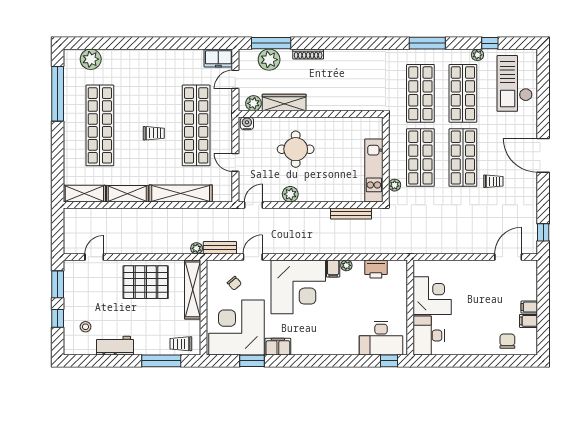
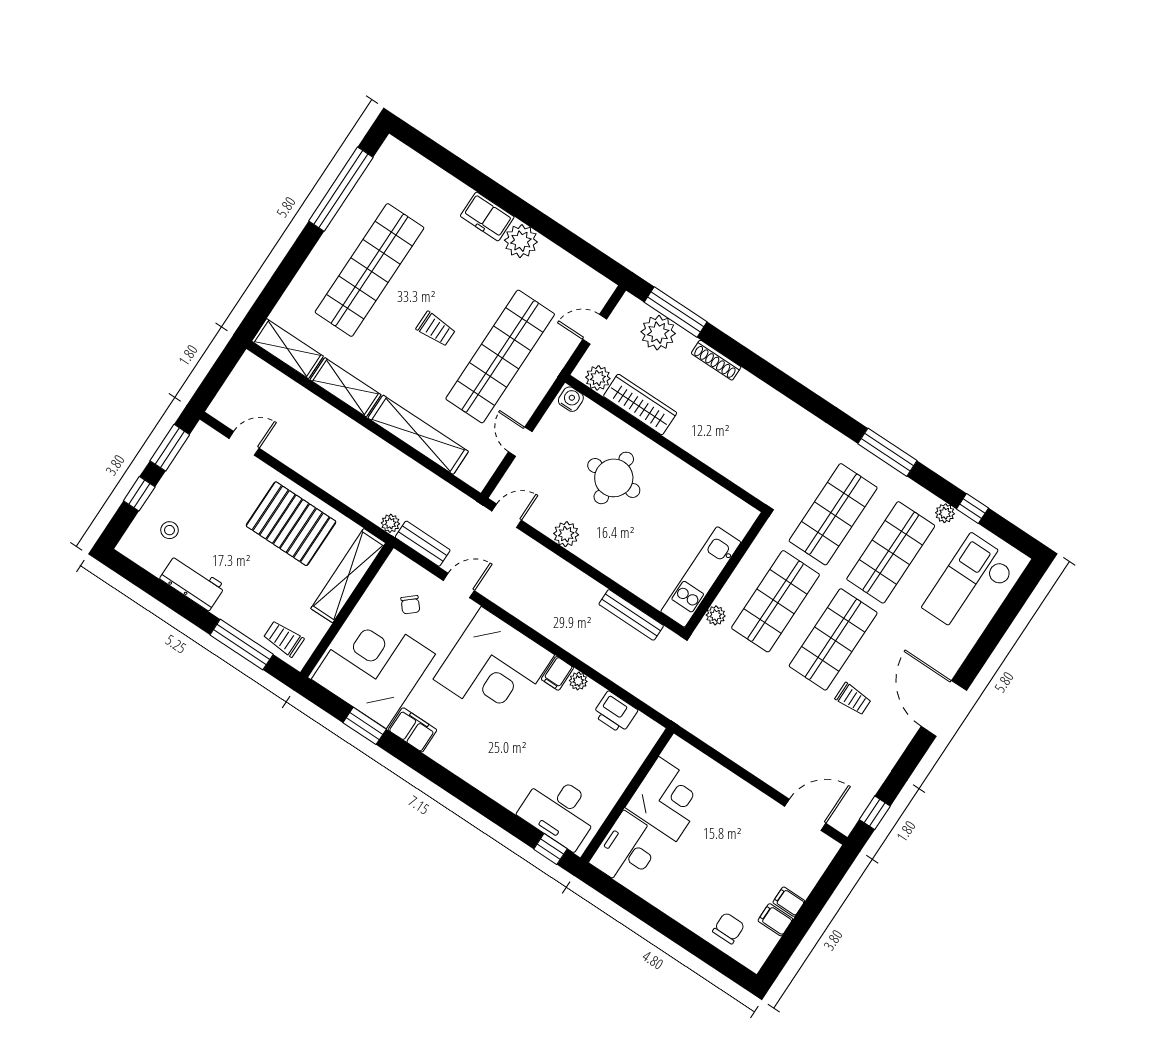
freezer: (218, 58) -> (487, 216), moved
plant: (91, 59) -> (521, 241), moved

